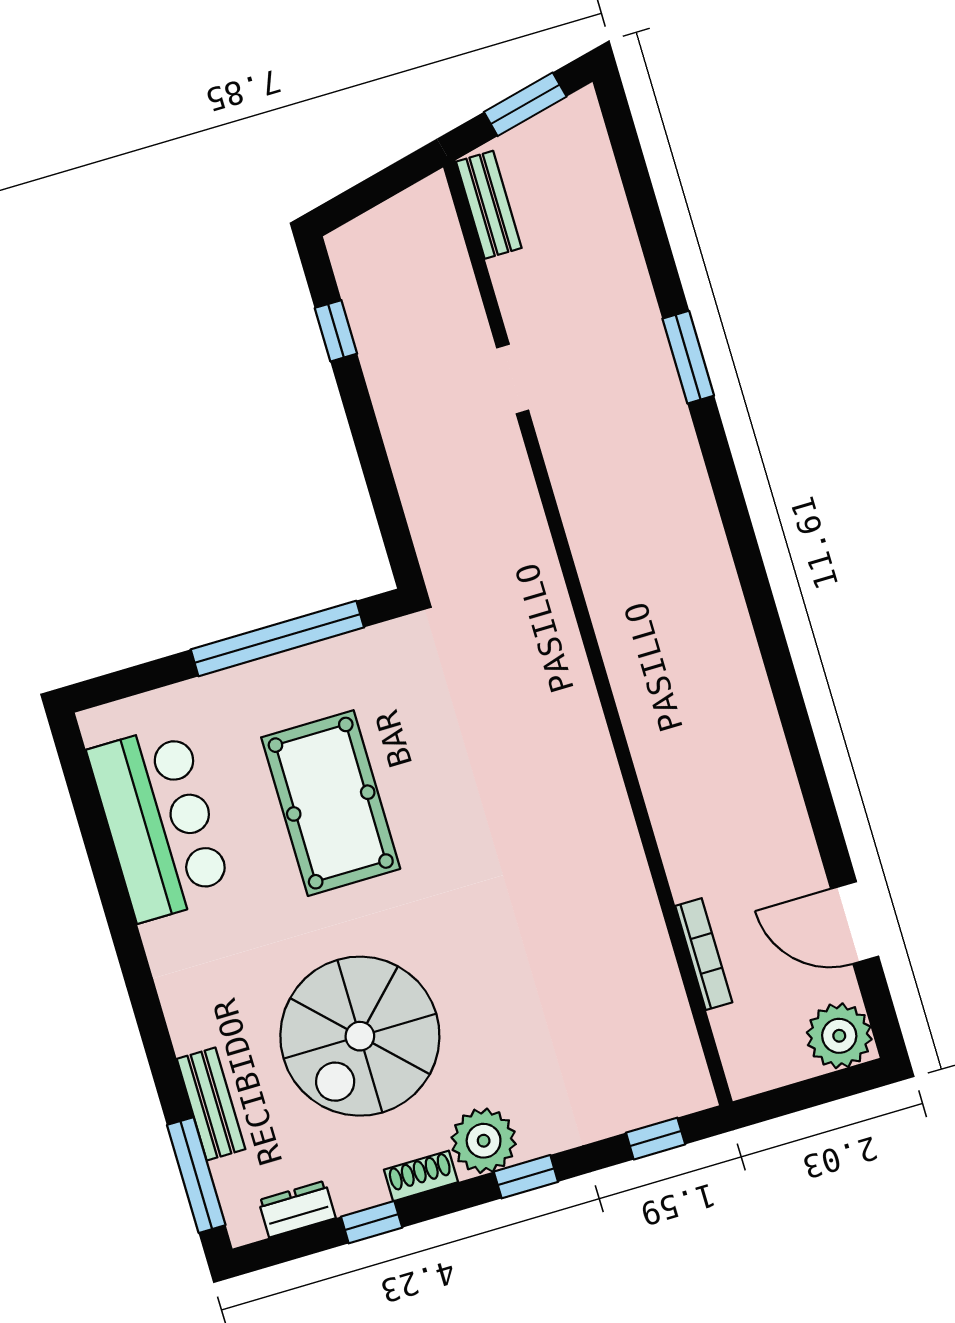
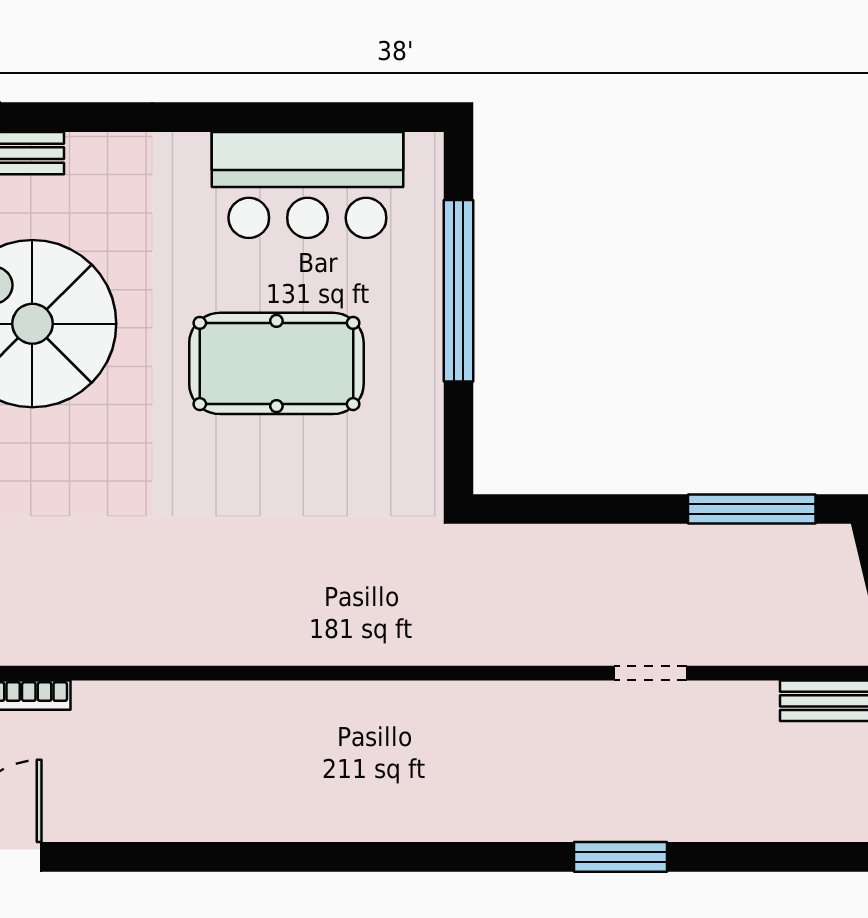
window: (336, 331) -> (752, 509), width x2.17
window: (277, 638) -> (458, 291), moved

